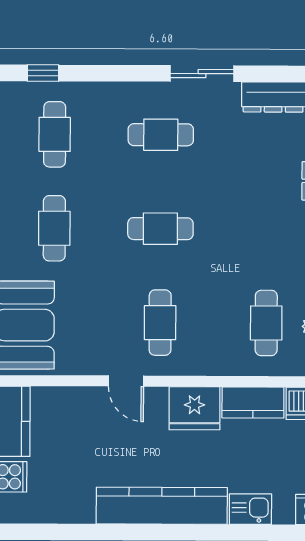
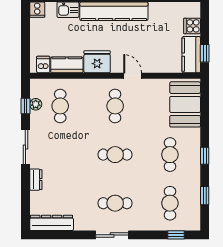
sliding door: (202, 74) -> (112, 235), moved

